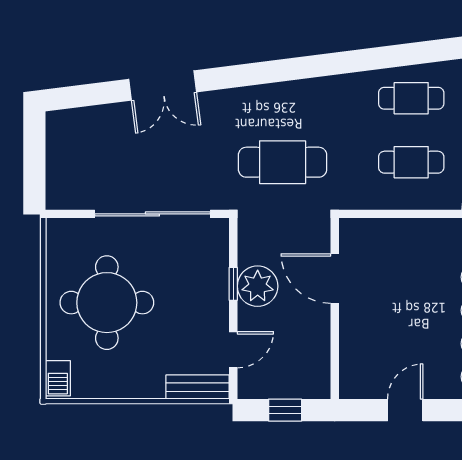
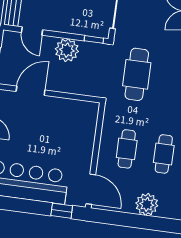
door: (335, 279) -> (31, 91), moved
window: (233, 284) -> (94, 39), moved

